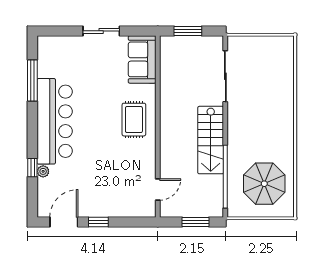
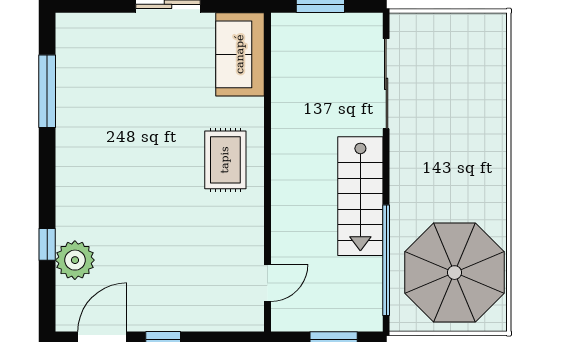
bar counter: (55, 121) -> (86, 163), removed
plant: (43, 171) -> (75, 260), width x1.88, depth x1.88
parasol: (264, 184) -> (455, 273), width x1.36, depth x1.36

